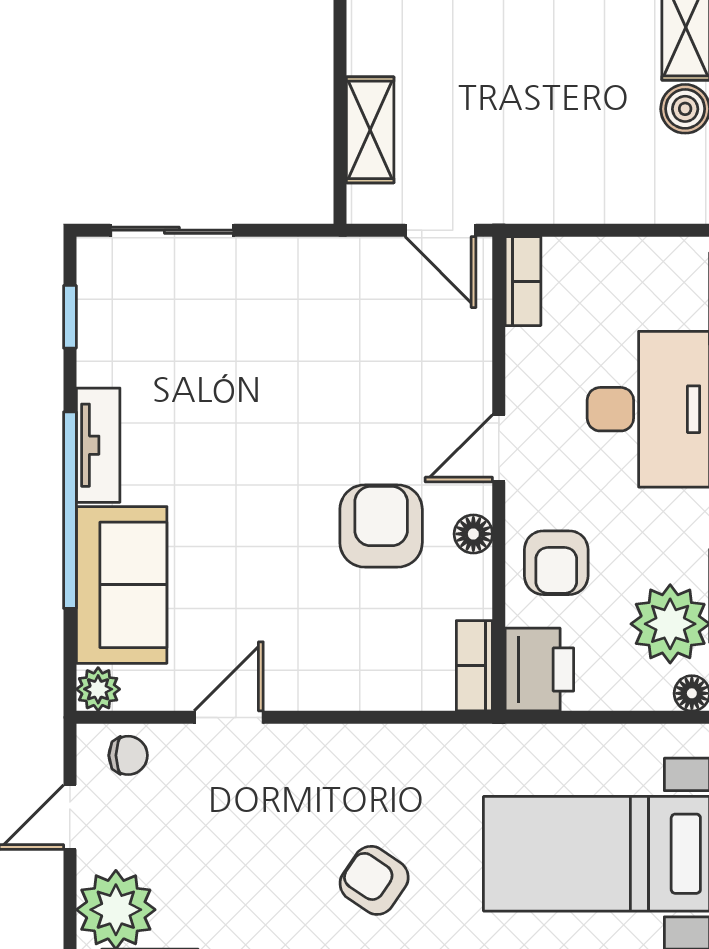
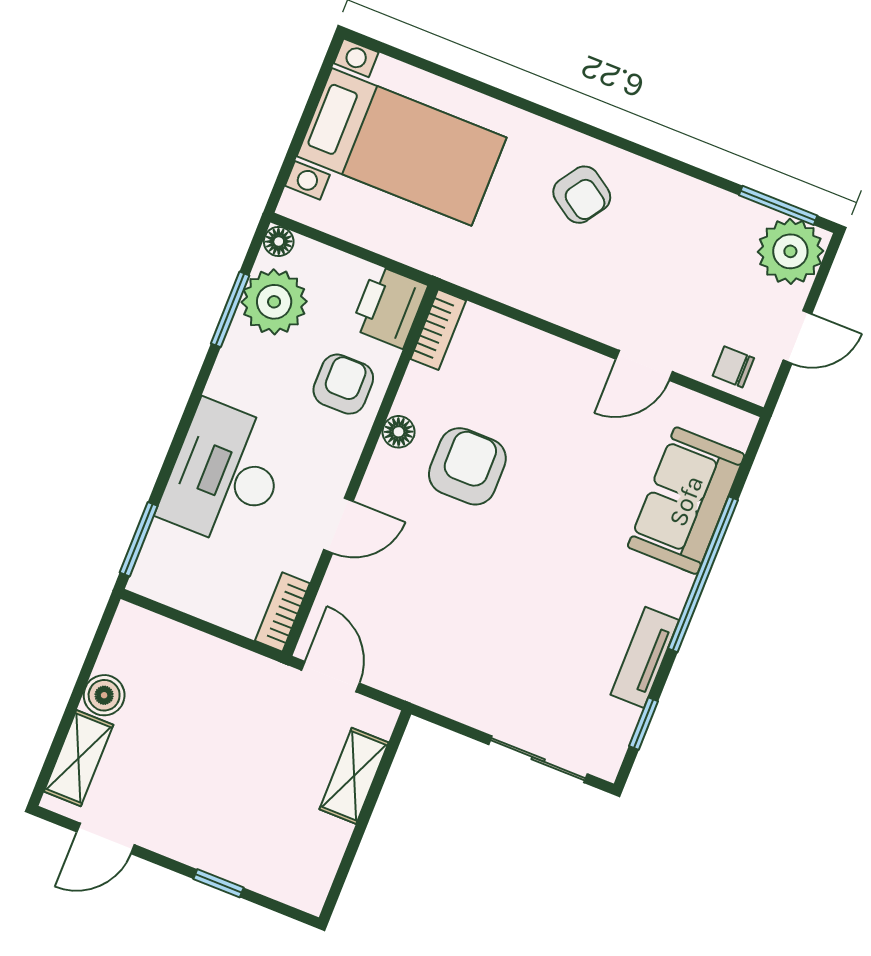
tv unit: (98, 445) -> (645, 657), moved
door: (499, 448) -> (338, 525), moved
armchair: (381, 526) -> (467, 466), turned 180
plant: (98, 689) -> (736, 427), removed

